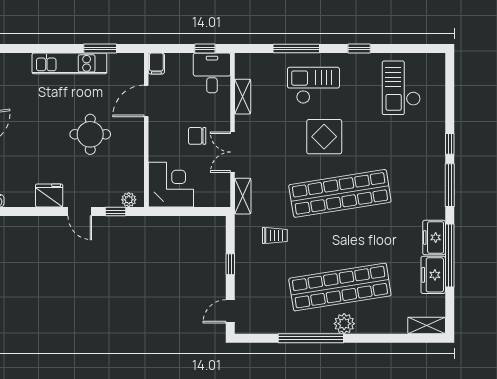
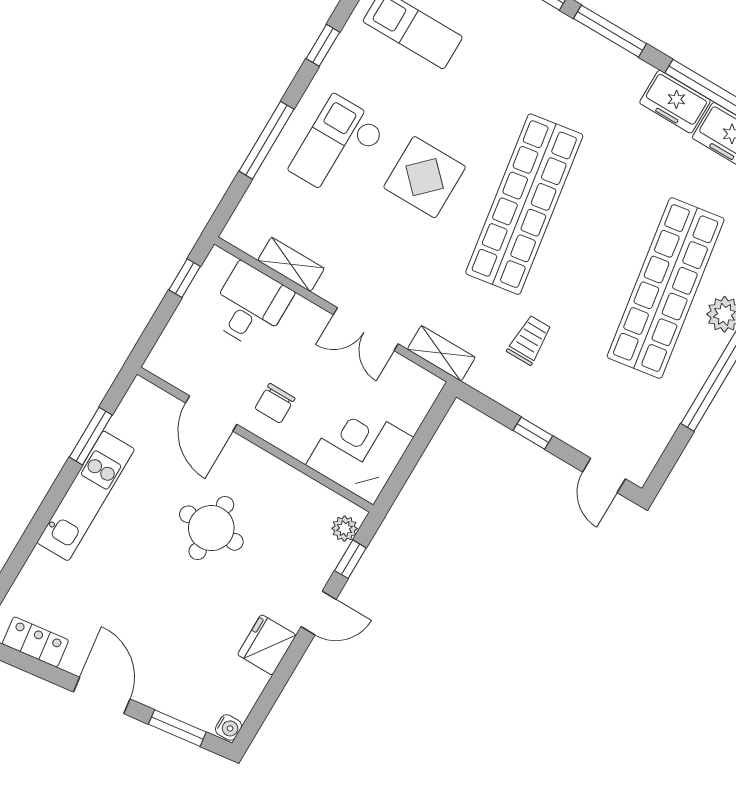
filing cabinet: (156, 63) -> (164, 365), removed
desk: (212, 73) -> (250, 306), moved, turned 90
chair: (197, 136) -> (275, 403), moved

